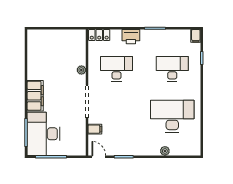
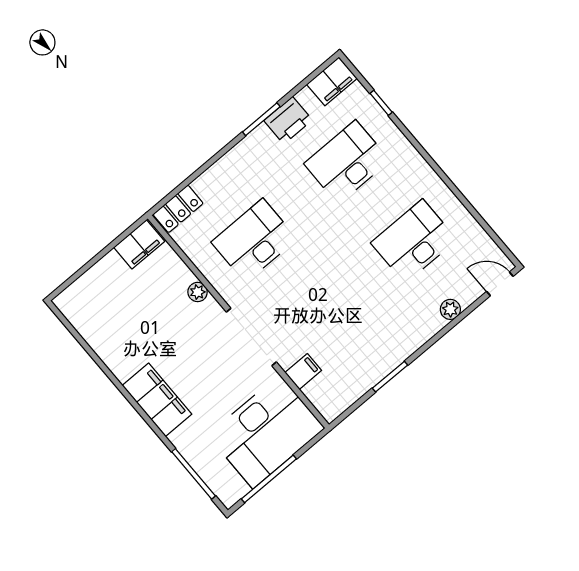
filing cabinet: (75, 36) -> (139, 244), added
filing cabinet: (196, 36) -> (332, 81), width x2.00
printer: (131, 37) -> (288, 120), moved
desk: (172, 116) -> (414, 241), width x0.73, depth x0.77
desk: (44, 134) -> (266, 432), moved, turned -90
door: (99, 157) -> (500, 284), moved

